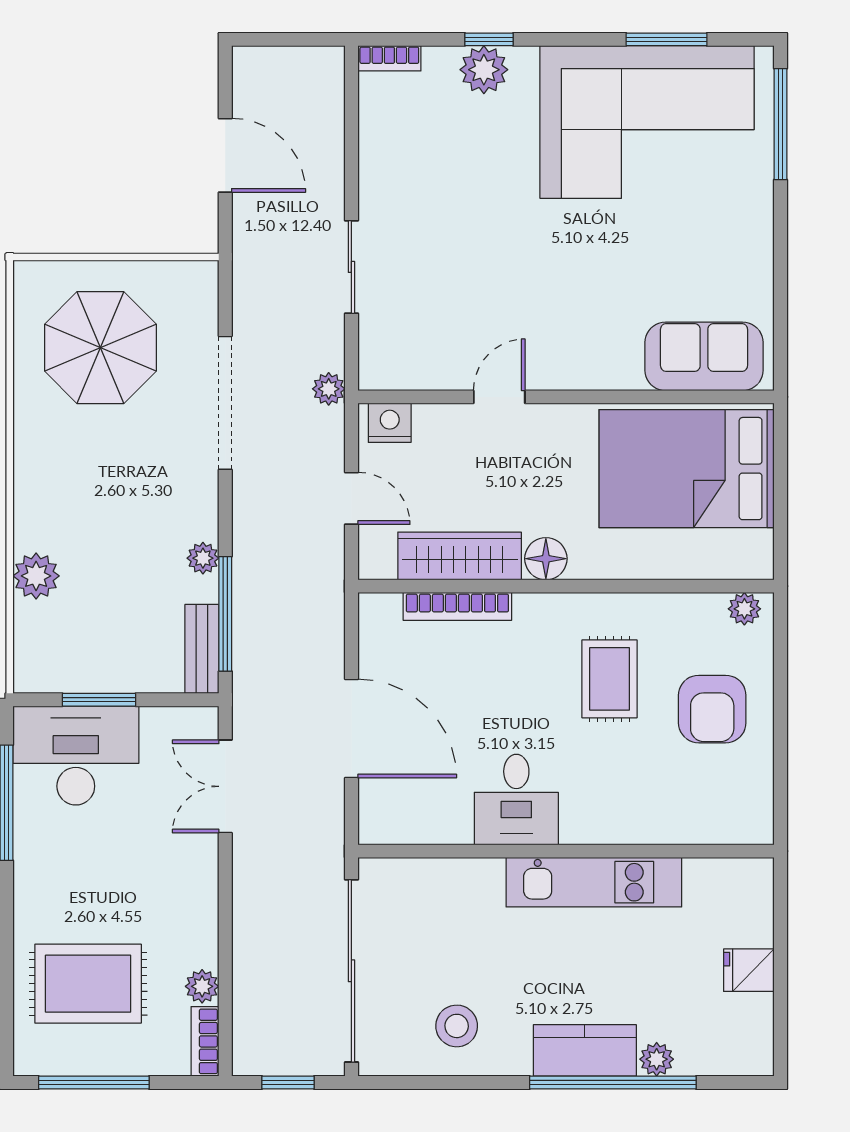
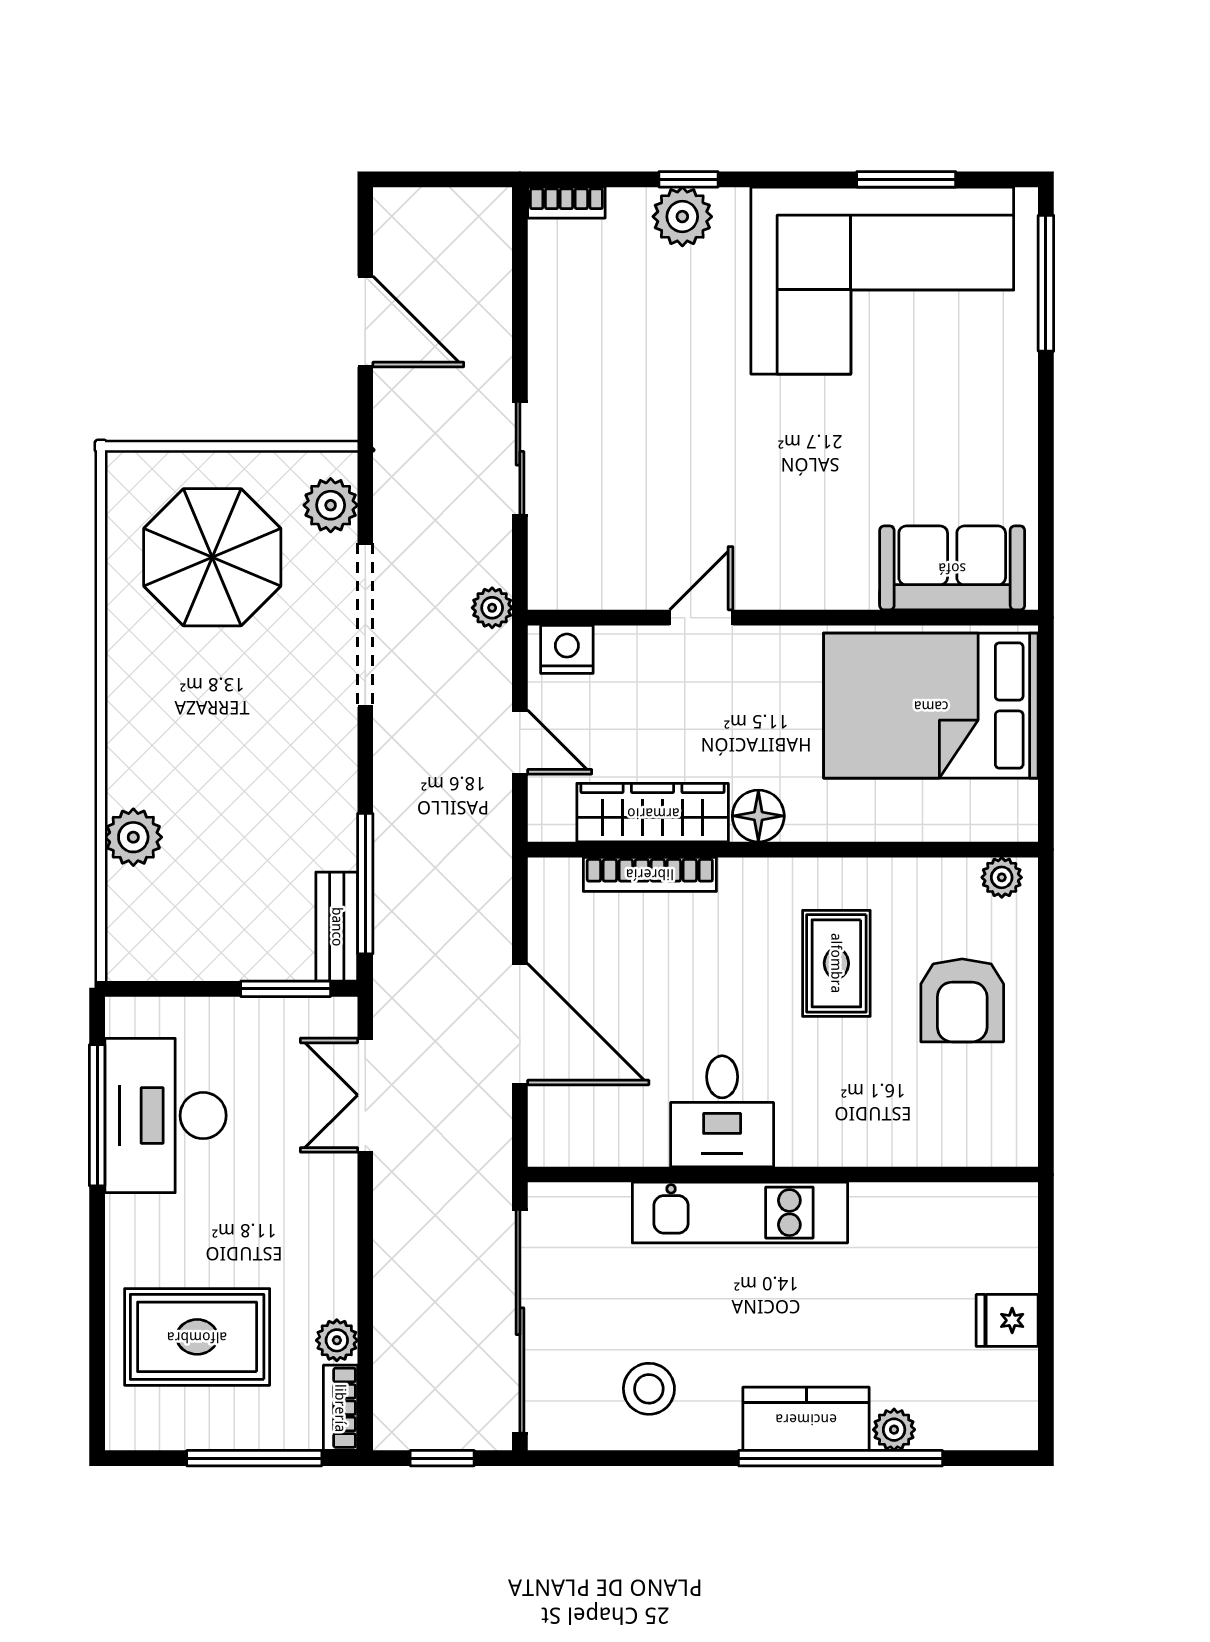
plant: (203, 558) -> (331, 505), moved, width x1.38, depth x1.38
window: (99, 700) -> (286, 989), moved
desk: (76, 756) -> (166, 1116), moved, turned -90
kitchen unit: (594, 882) -> (740, 1213), moved
window: (94, 1082) -> (254, 1458), moved

